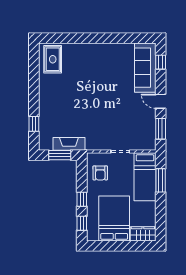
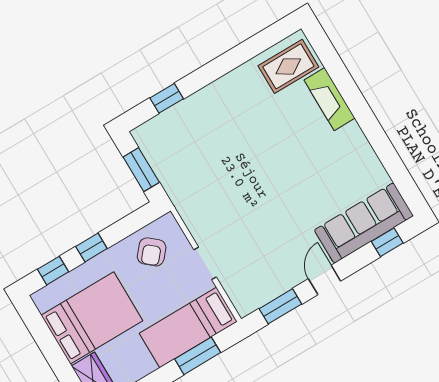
fireplace: (69, 144) -> (329, 99), moved, turned 180
armchair: (100, 173) -> (152, 252), turned -49

